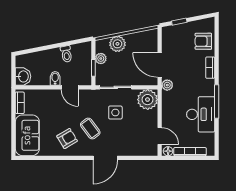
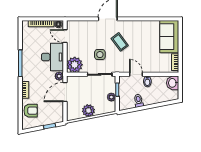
plant: (117, 44) -> (88, 111), moved
door: (160, 65) -> (65, 92), swing flipped
desk: (201, 114) -> (52, 57), moved, turned 180
armchair: (67, 139) -> (138, 34), removed

